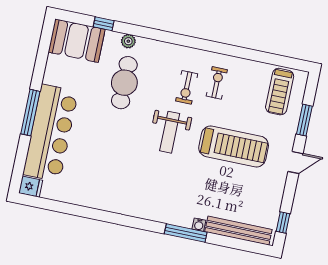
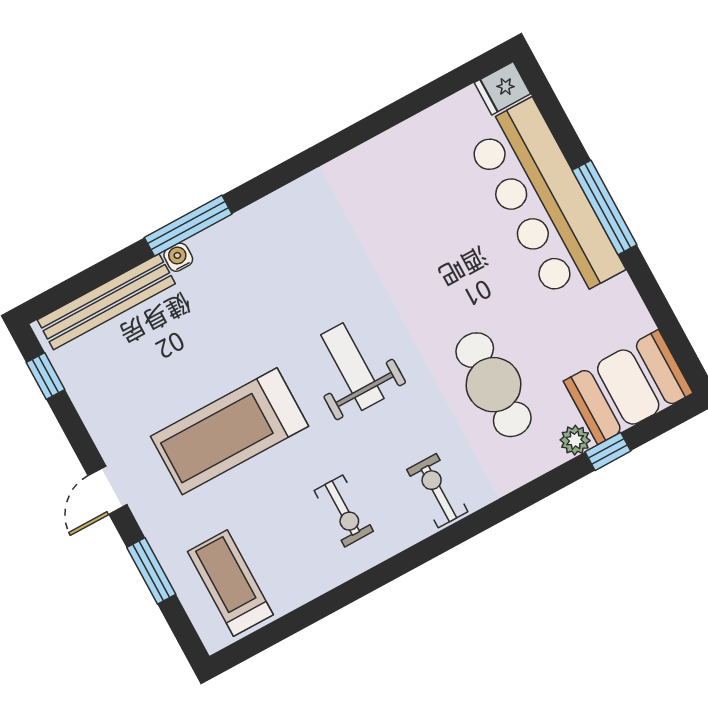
plant: (128, 41) -> (575, 440), moved
exercise bike: (187, 87) -> (437, 491), moved

